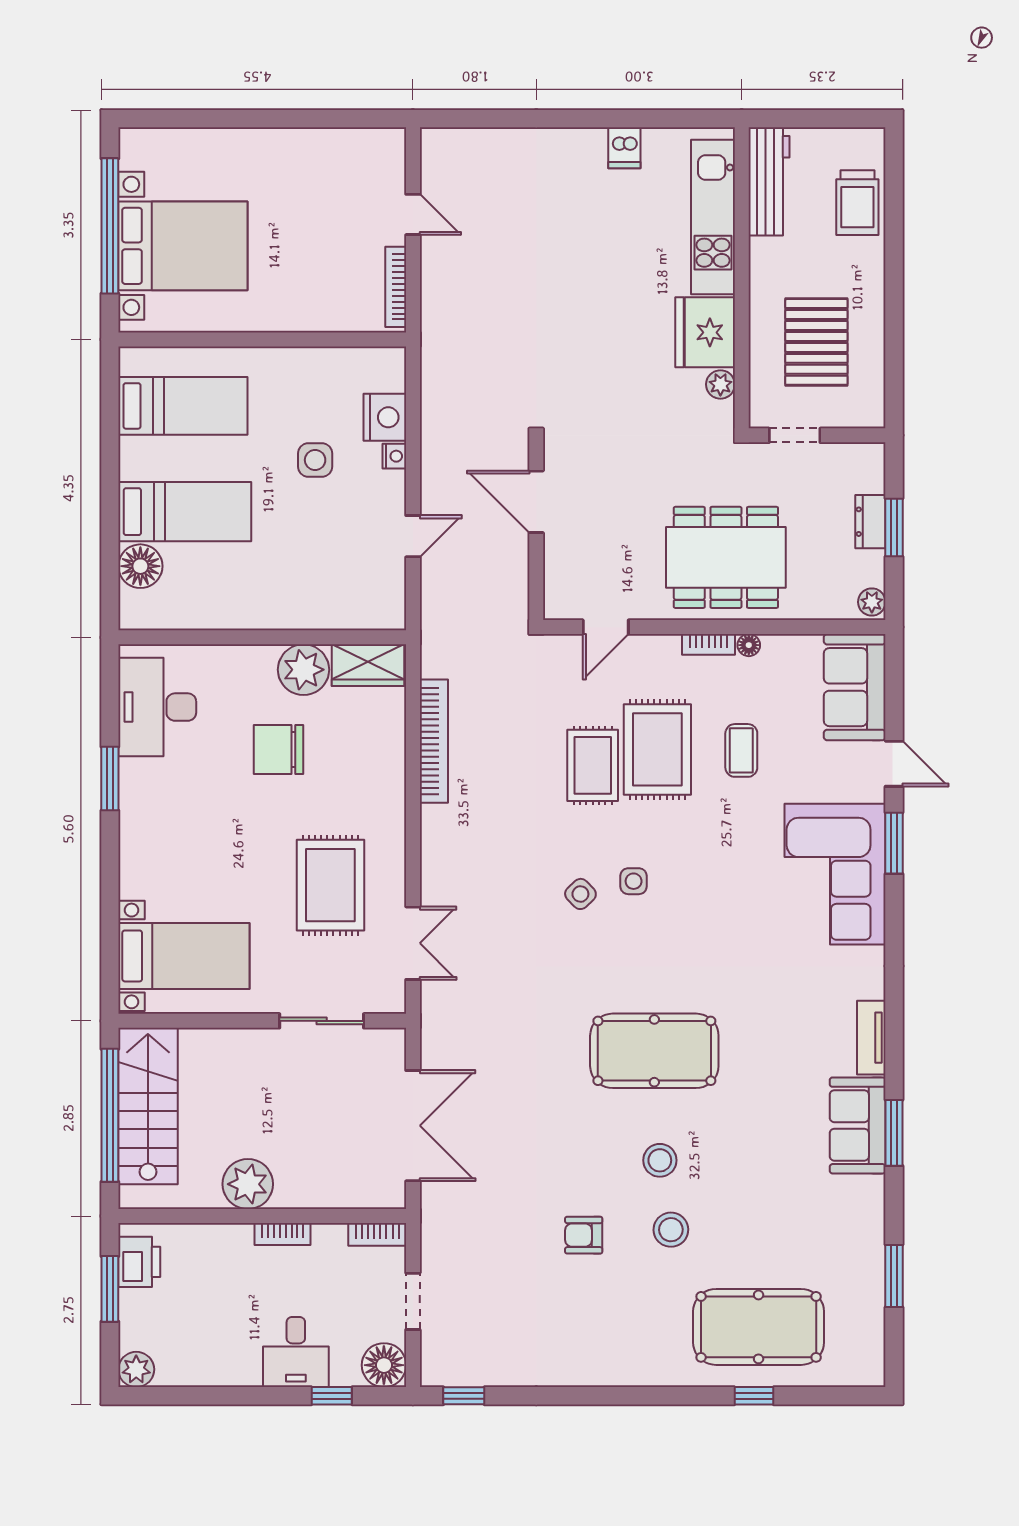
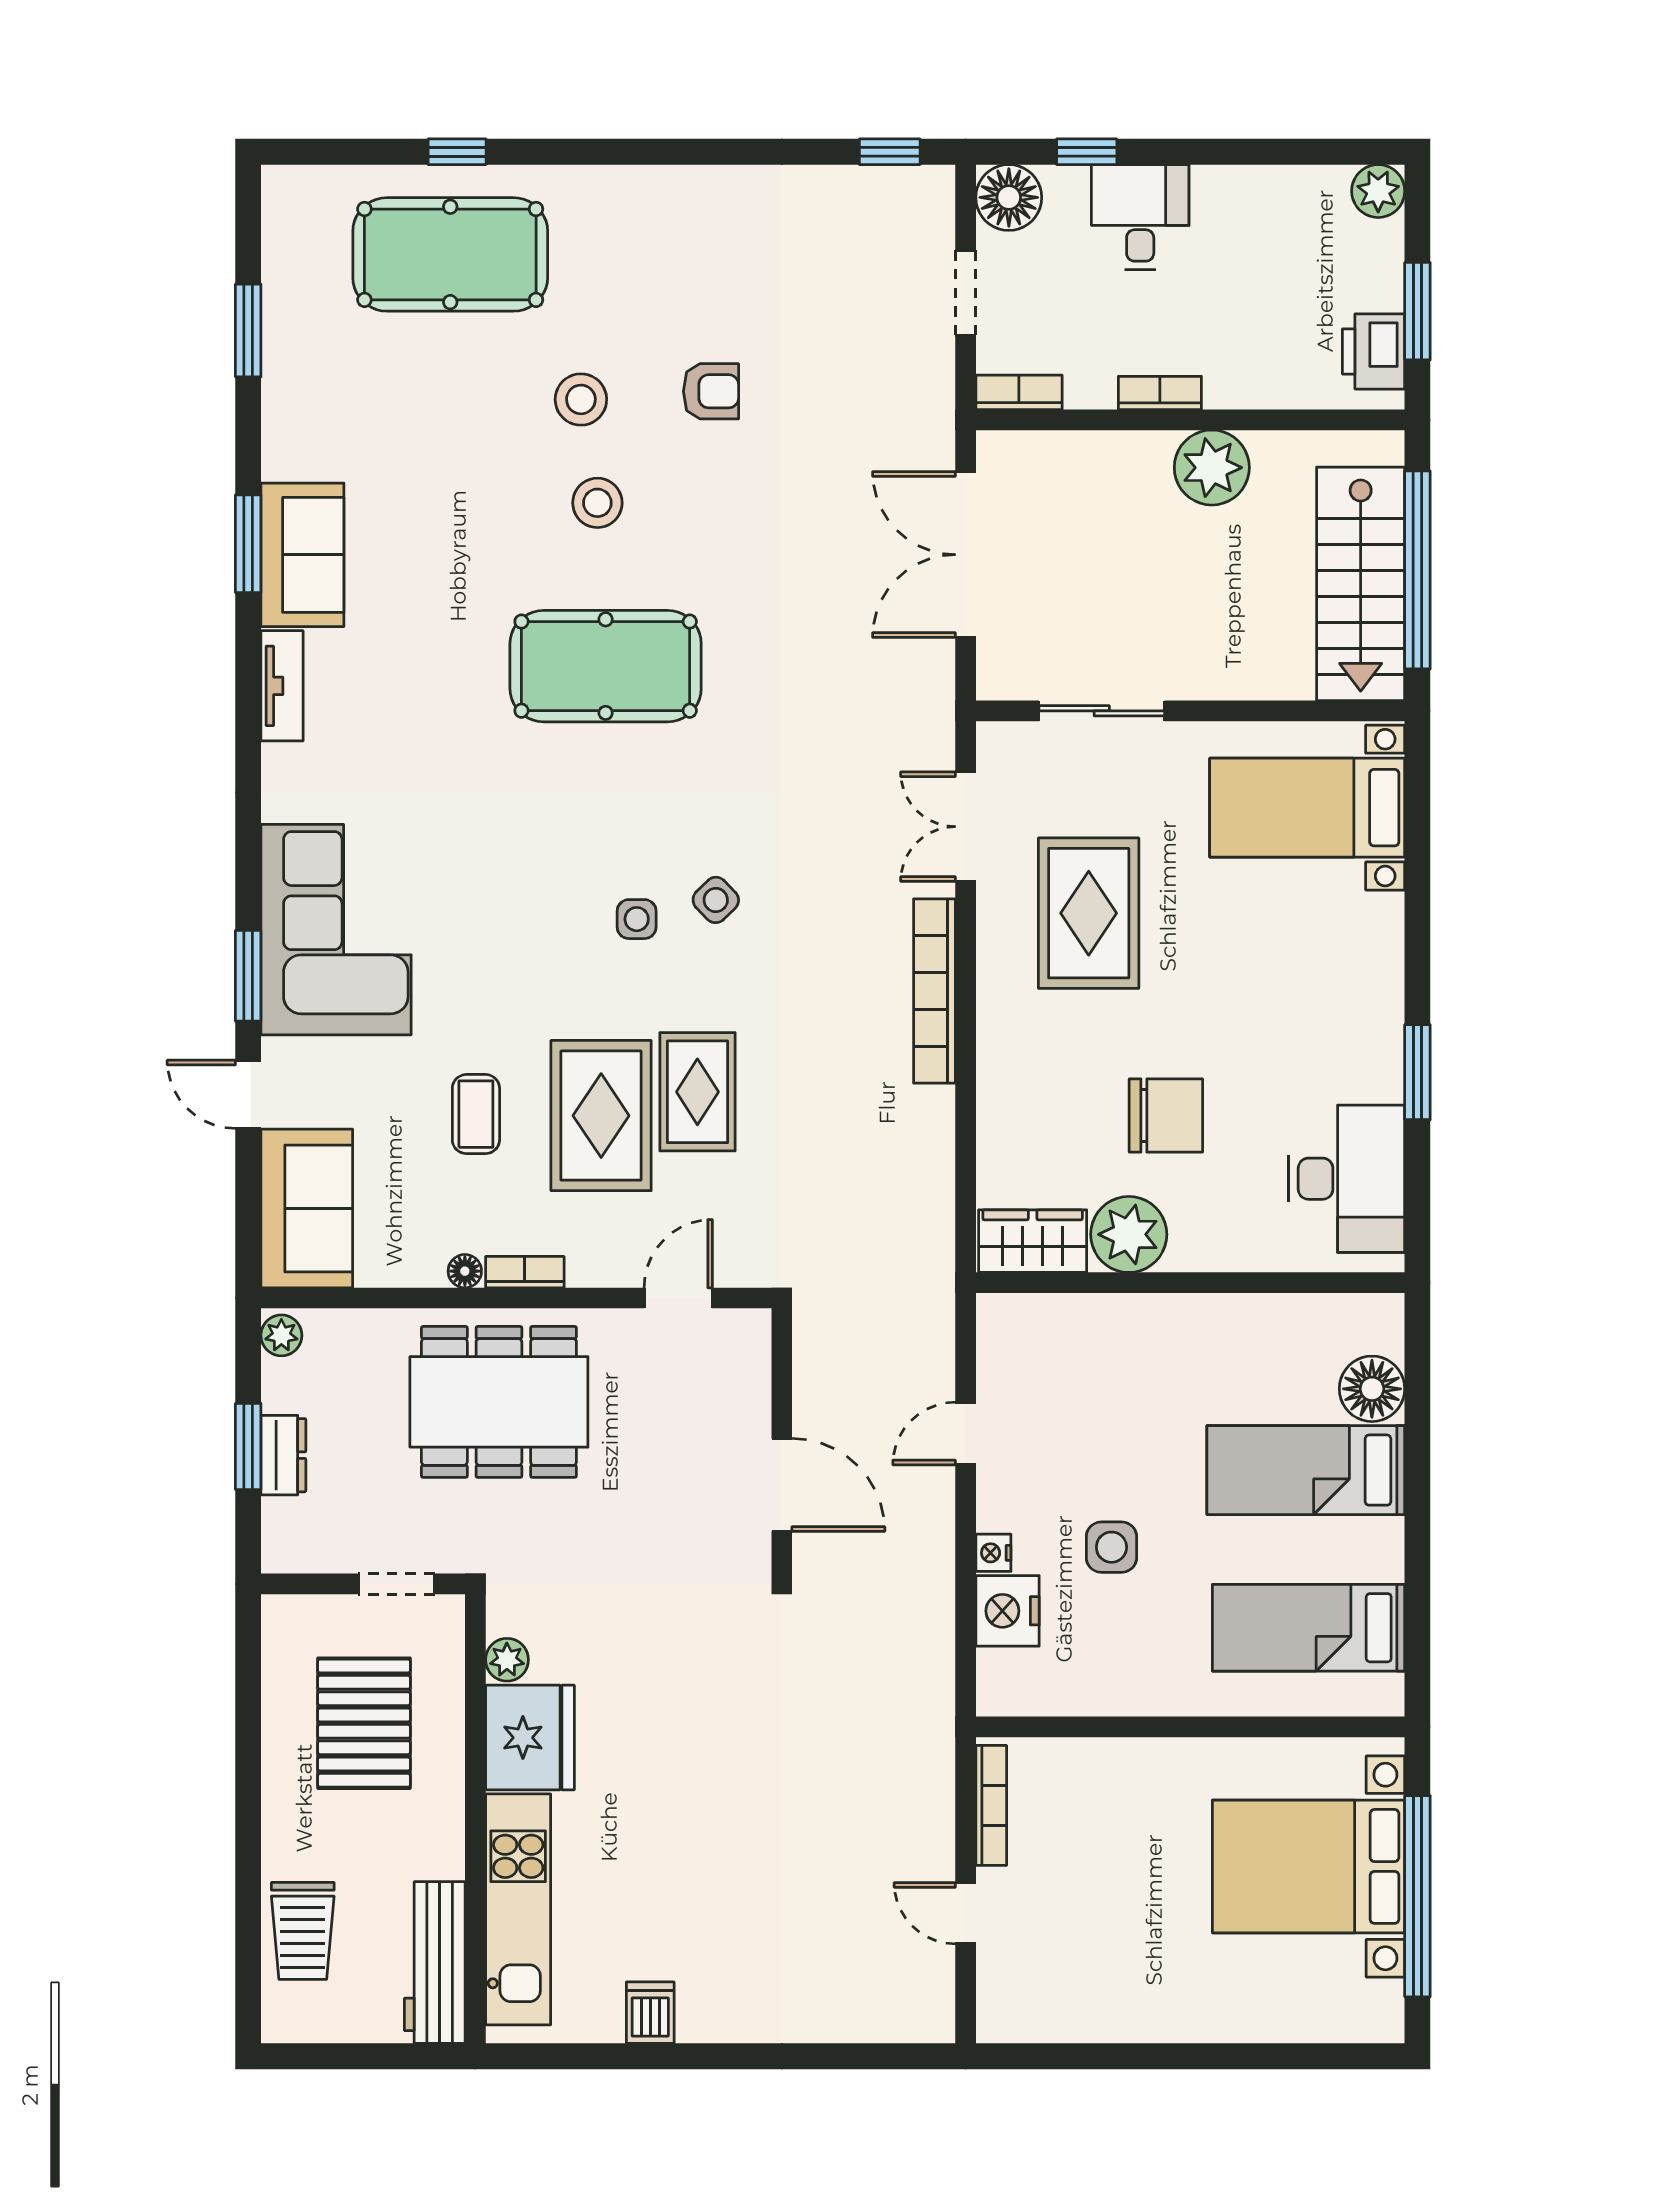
trolley: (857, 203) -> (303, 1931), turned 180
bookcase: (434, 741) -> (934, 991), moved

